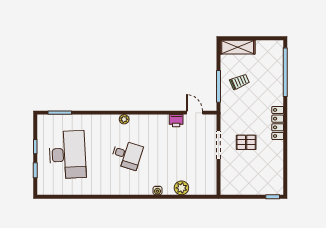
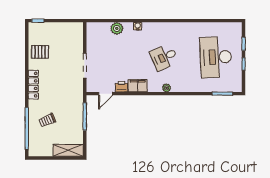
trolley: (239, 82) -> (47, 120), moved
door: (194, 113) -> (106, 94), hinge flipped
filing cabinet: (157, 122) -> (138, 86), added
pallet: (246, 142) -> (40, 52), moved
desk: (127, 155) -> (164, 57), turned -42

